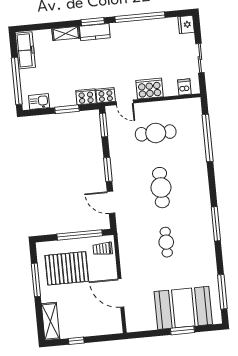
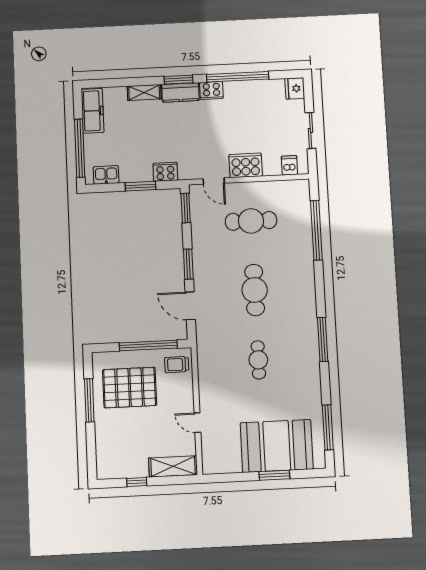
cooker: (106, 95) -> (211, 91), moved, turned 180
door: (121, 293) -> (197, 423), width x0.53
shelving: (51, 321) -> (173, 466), moved, turned 90

